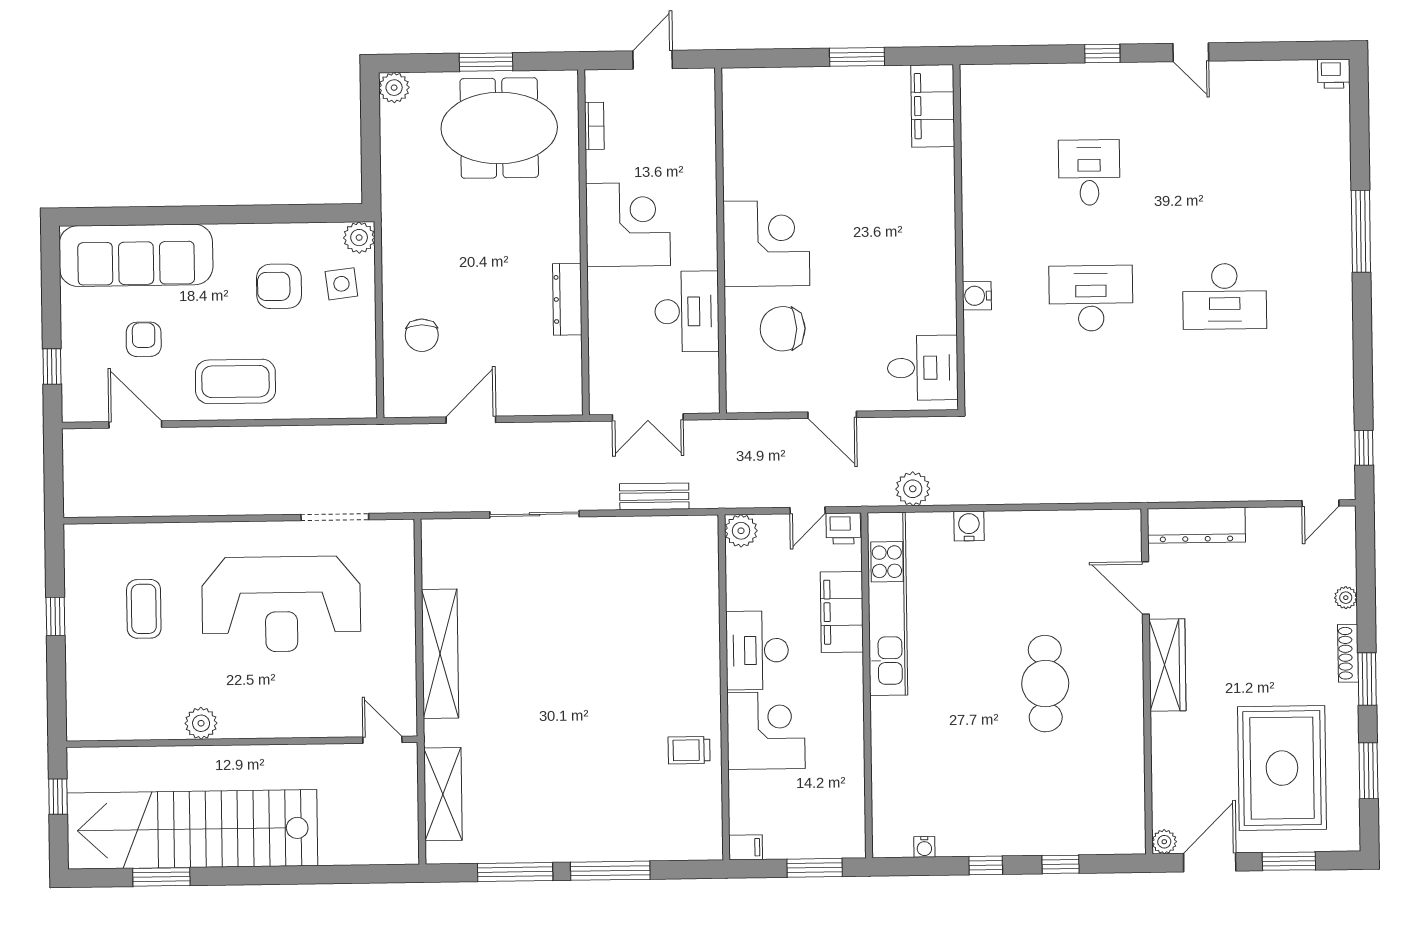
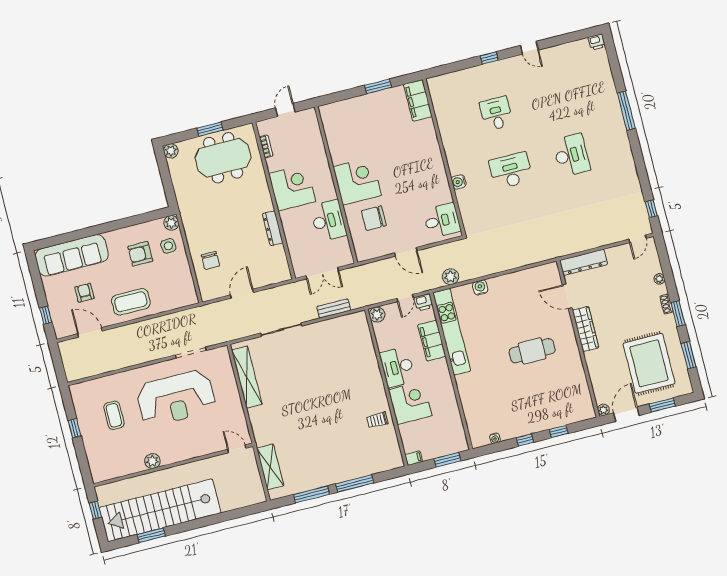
desk: (1225, 296) -> (571, 155), turned -90
shoe rack: (1348, 653) -> (666, 304), width x0.70
shelving: (440, 654) -> (247, 377), moved
cafe table: (1045, 684) -> (532, 351), turned 90

